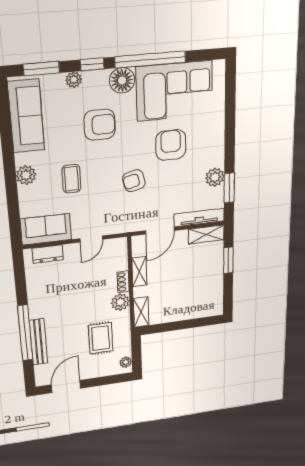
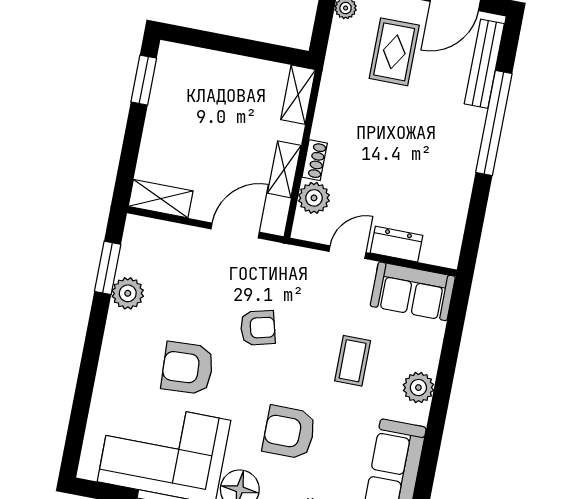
armchair: (171, 145) -> (188, 368), turned 87
tv unit: (199, 217) -> (167, 232), removed
dresser: (48, 254) -> (396, 244), moved
window: (228, 260) -> (144, 80), moved
plant: (120, 302) -> (314, 198), moved
rug: (101, 338) -> (394, 52), moved
bench: (38, 342) -> (484, 64), moved

